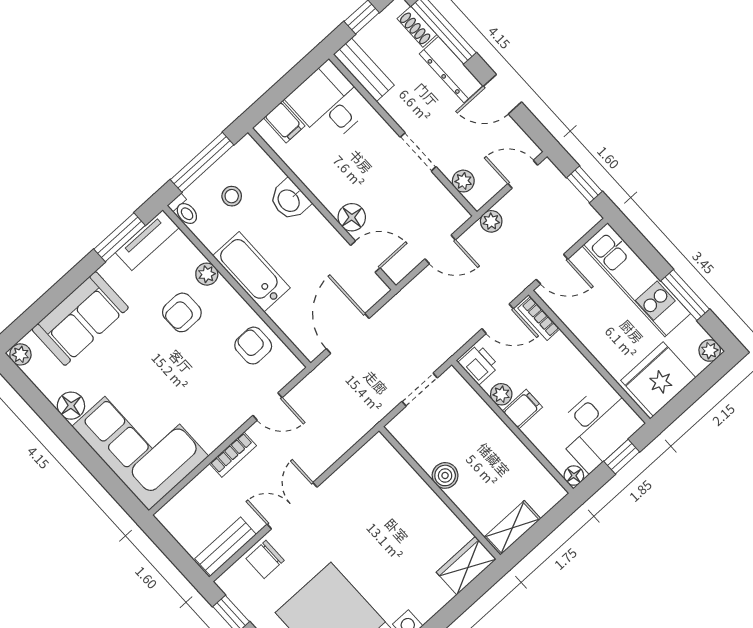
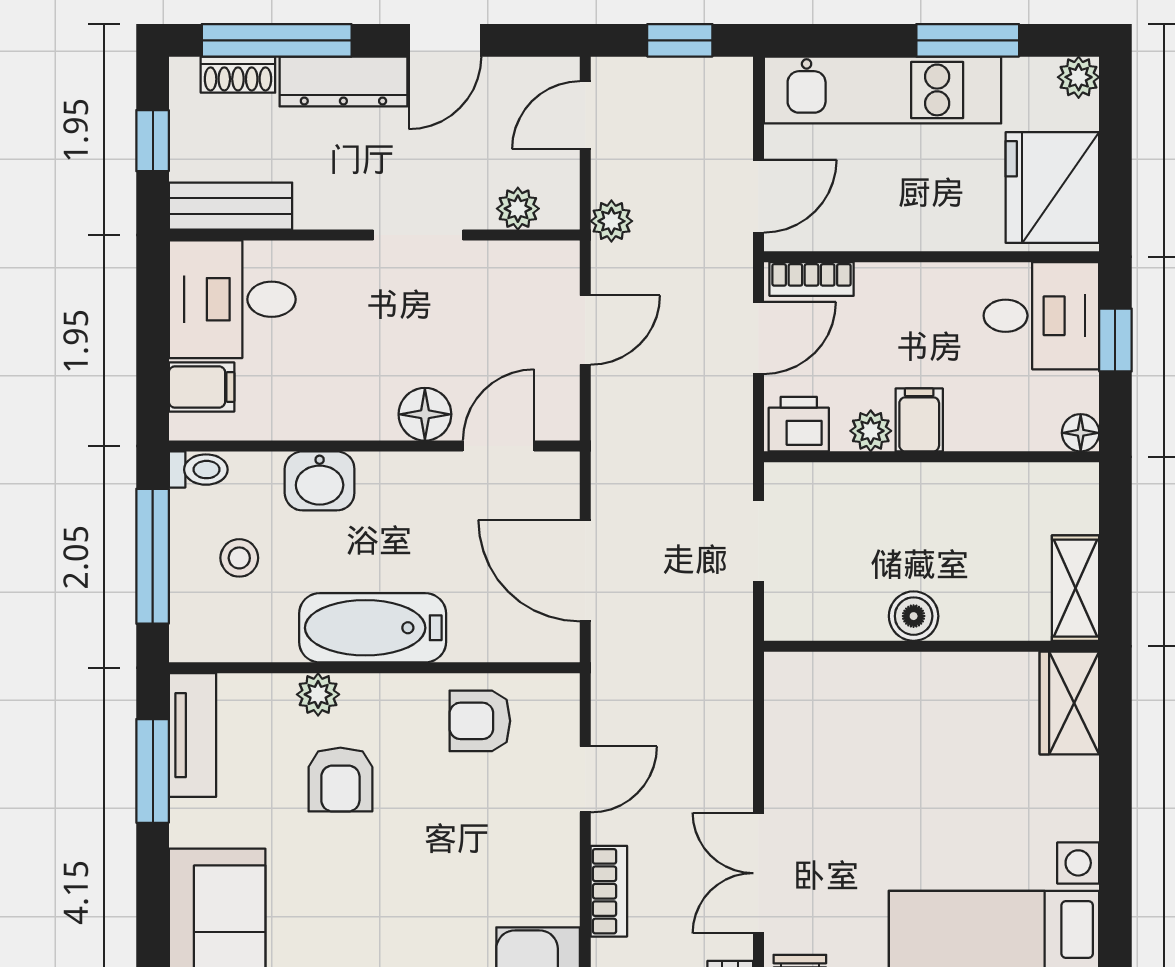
toilet: (184, 211) -> (198, 470), moved
desk: (597, 427) -> (1041, 316), width x0.73

